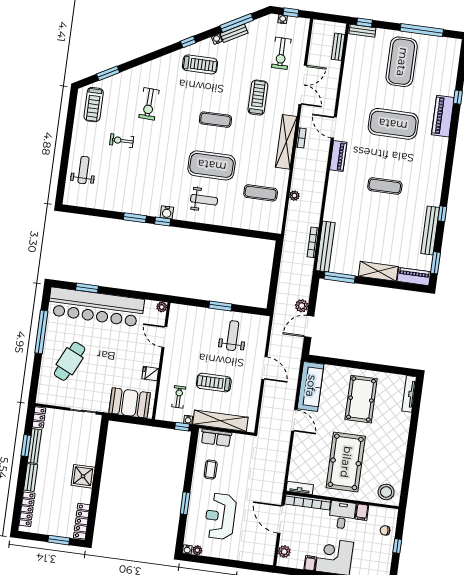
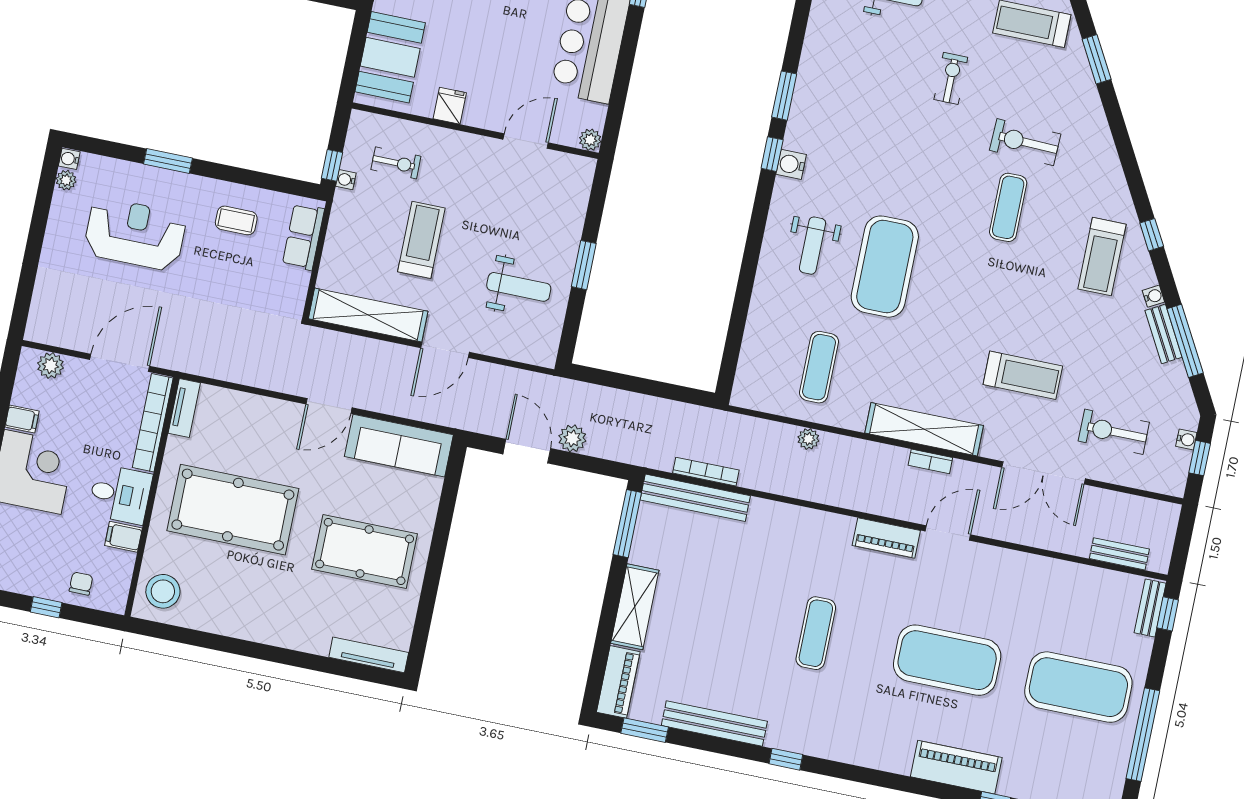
exercise mat: (215, 120) -> (1008, 207), moved
exercise mat: (393, 124) -> (947, 660), turned 90
window: (442, 214) -> (786, 759), moved
shelving: (220, 421) -> (368, 315), moved, turned 90

